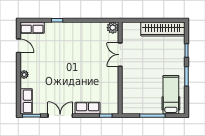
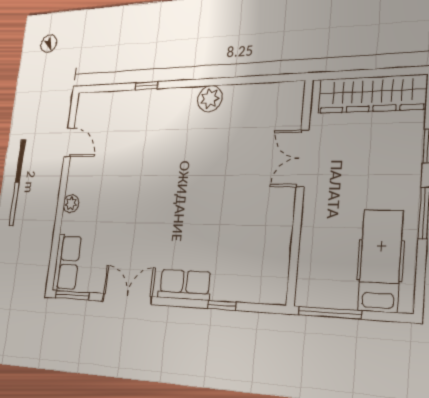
row of seats: (32, 28) -> (98, 104), removed
plant: (113, 28) -> (210, 99), moved
double door: (120, 55) -> (303, 158), moved
wall: (120, 68) -> (300, 190), moved

